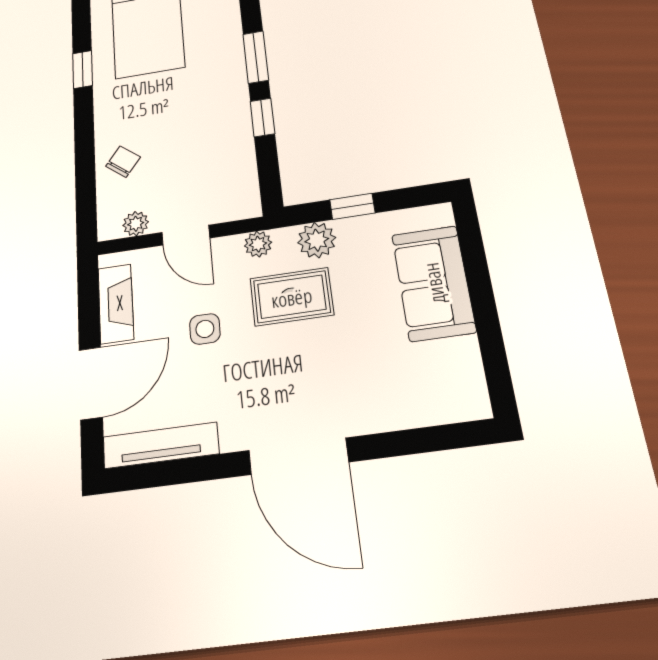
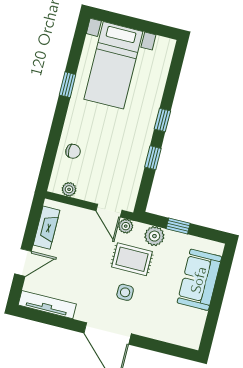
window: (256, 57) -> (162, 120), width x0.67
chair: (123, 162) -> (73, 151), turned 52
door: (186, 235) -> (109, 211), moved
side table: (205, 329) -> (125, 292), moved
door: (91, 383) -> (23, 262), width x0.73

